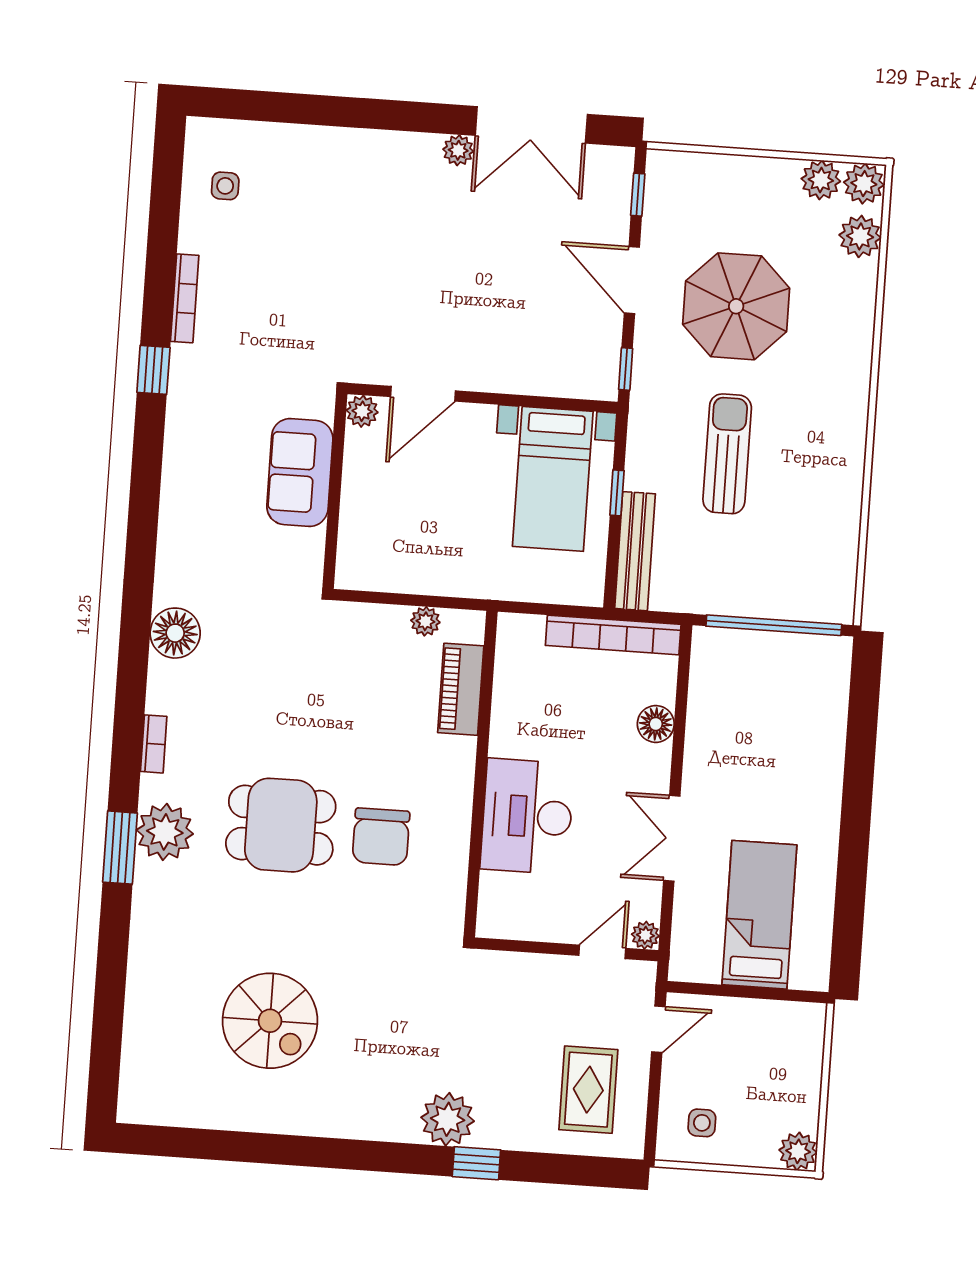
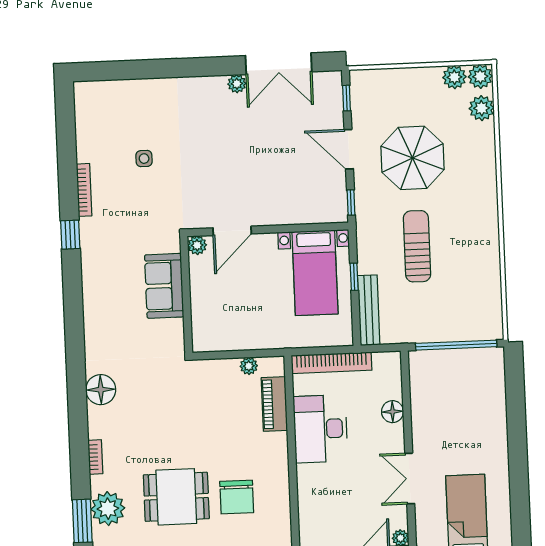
side table: (225, 186) -> (144, 159), moved
bookcase: (613, 635) -> (331, 363), moved
desk: (527, 816) -> (320, 429), moved

